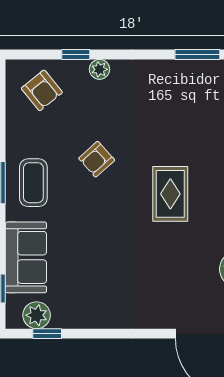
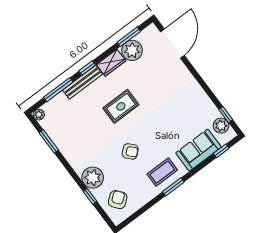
plant: (99, 69) -> (93, 178), width x1.88, depth x1.88

